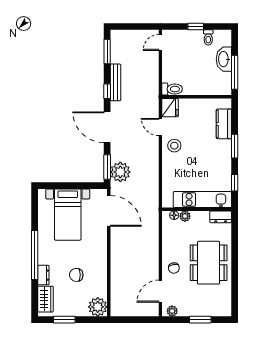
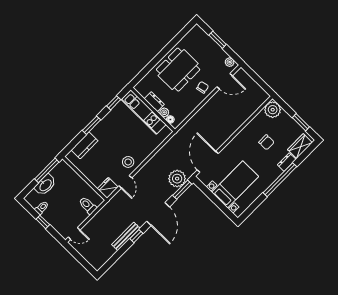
window: (107, 51) -> (112, 260), removed
toilet: (172, 89) -> (88, 205), moved
dresser: (221, 217) -> (154, 102), moved

